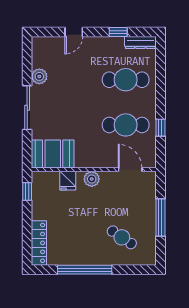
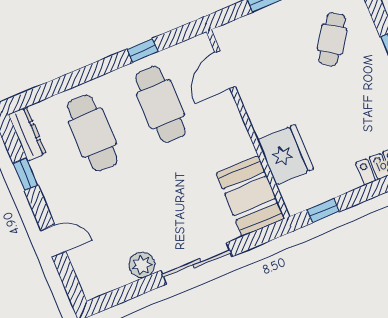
plant: (92, 179) -> (263, 121), removed
fridge: (68, 181) -> (286, 155), width x1.88, depth x1.34

